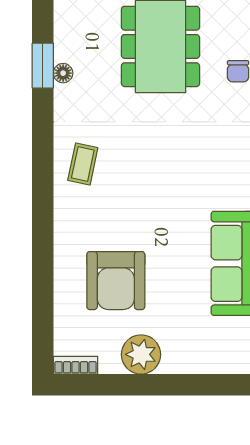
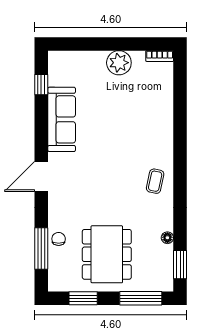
window: (43, 66) -> (180, 265), moved
armchair: (116, 281) -> (135, 109), removed

